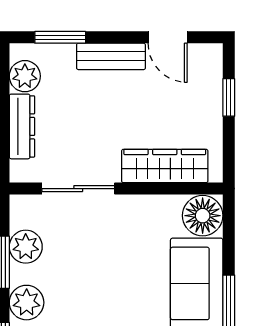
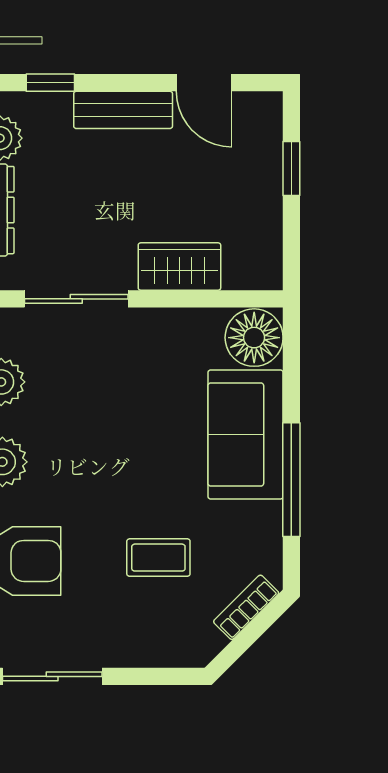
window: (60, 37) -> (50, 83), width x0.67
wardrobe: (165, 166) -> (179, 267), width x0.67

